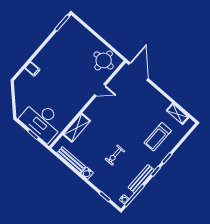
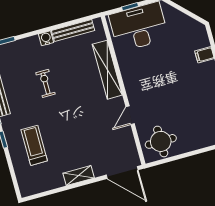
shelving: (178, 114) -> (79, 176), moved
shelving: (77, 128) -> (107, 70), width x1.47

